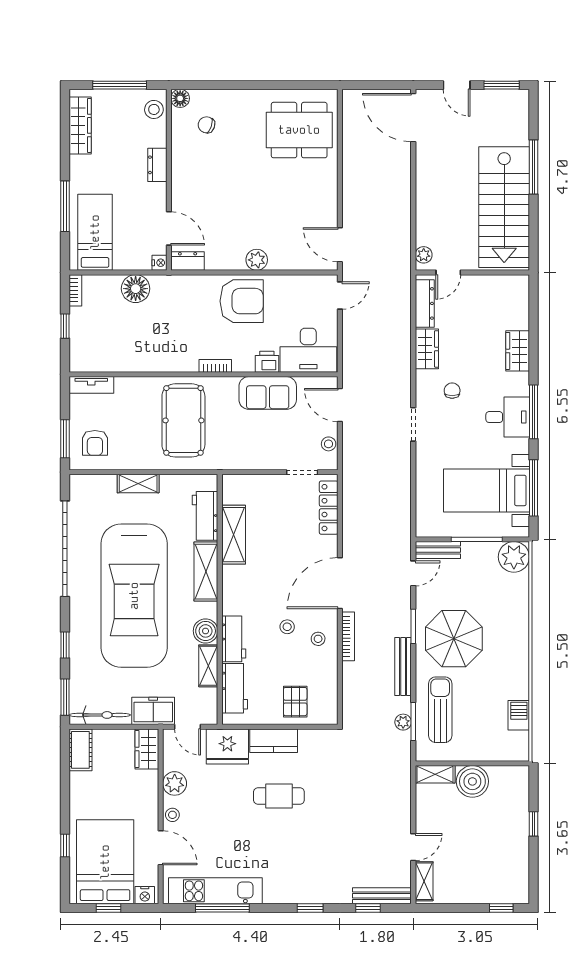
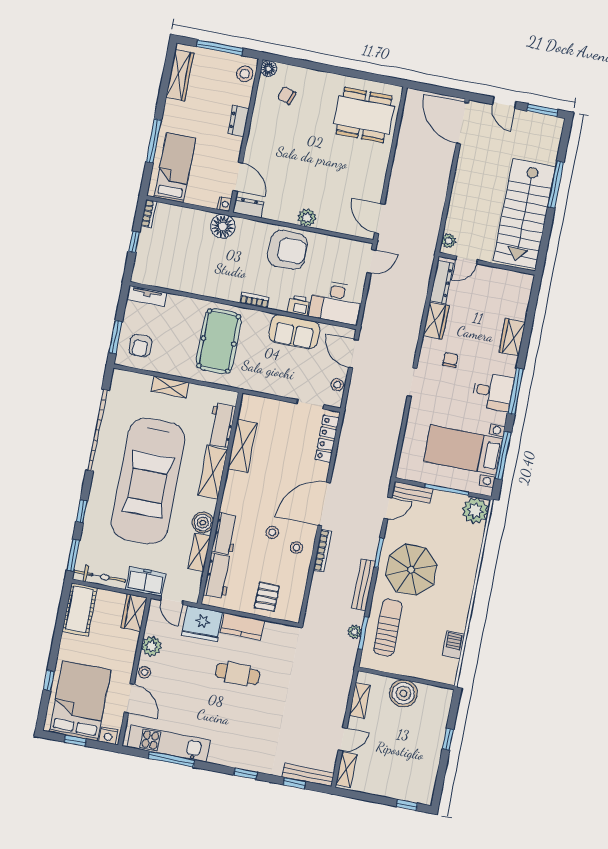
floor lamp: (136, 289) -> (223, 226), moved
cot: (80, 750) -> (80, 610), width x1.37, depth x1.34
shelving: (435, 774) -> (360, 700), moved, turned 90

